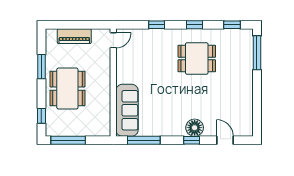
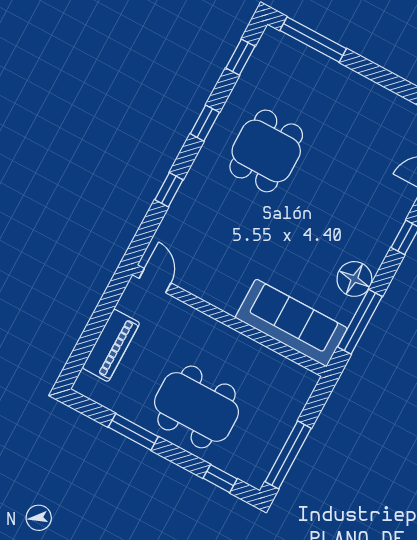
floor lamp: (195, 128) -> (354, 279), moved

